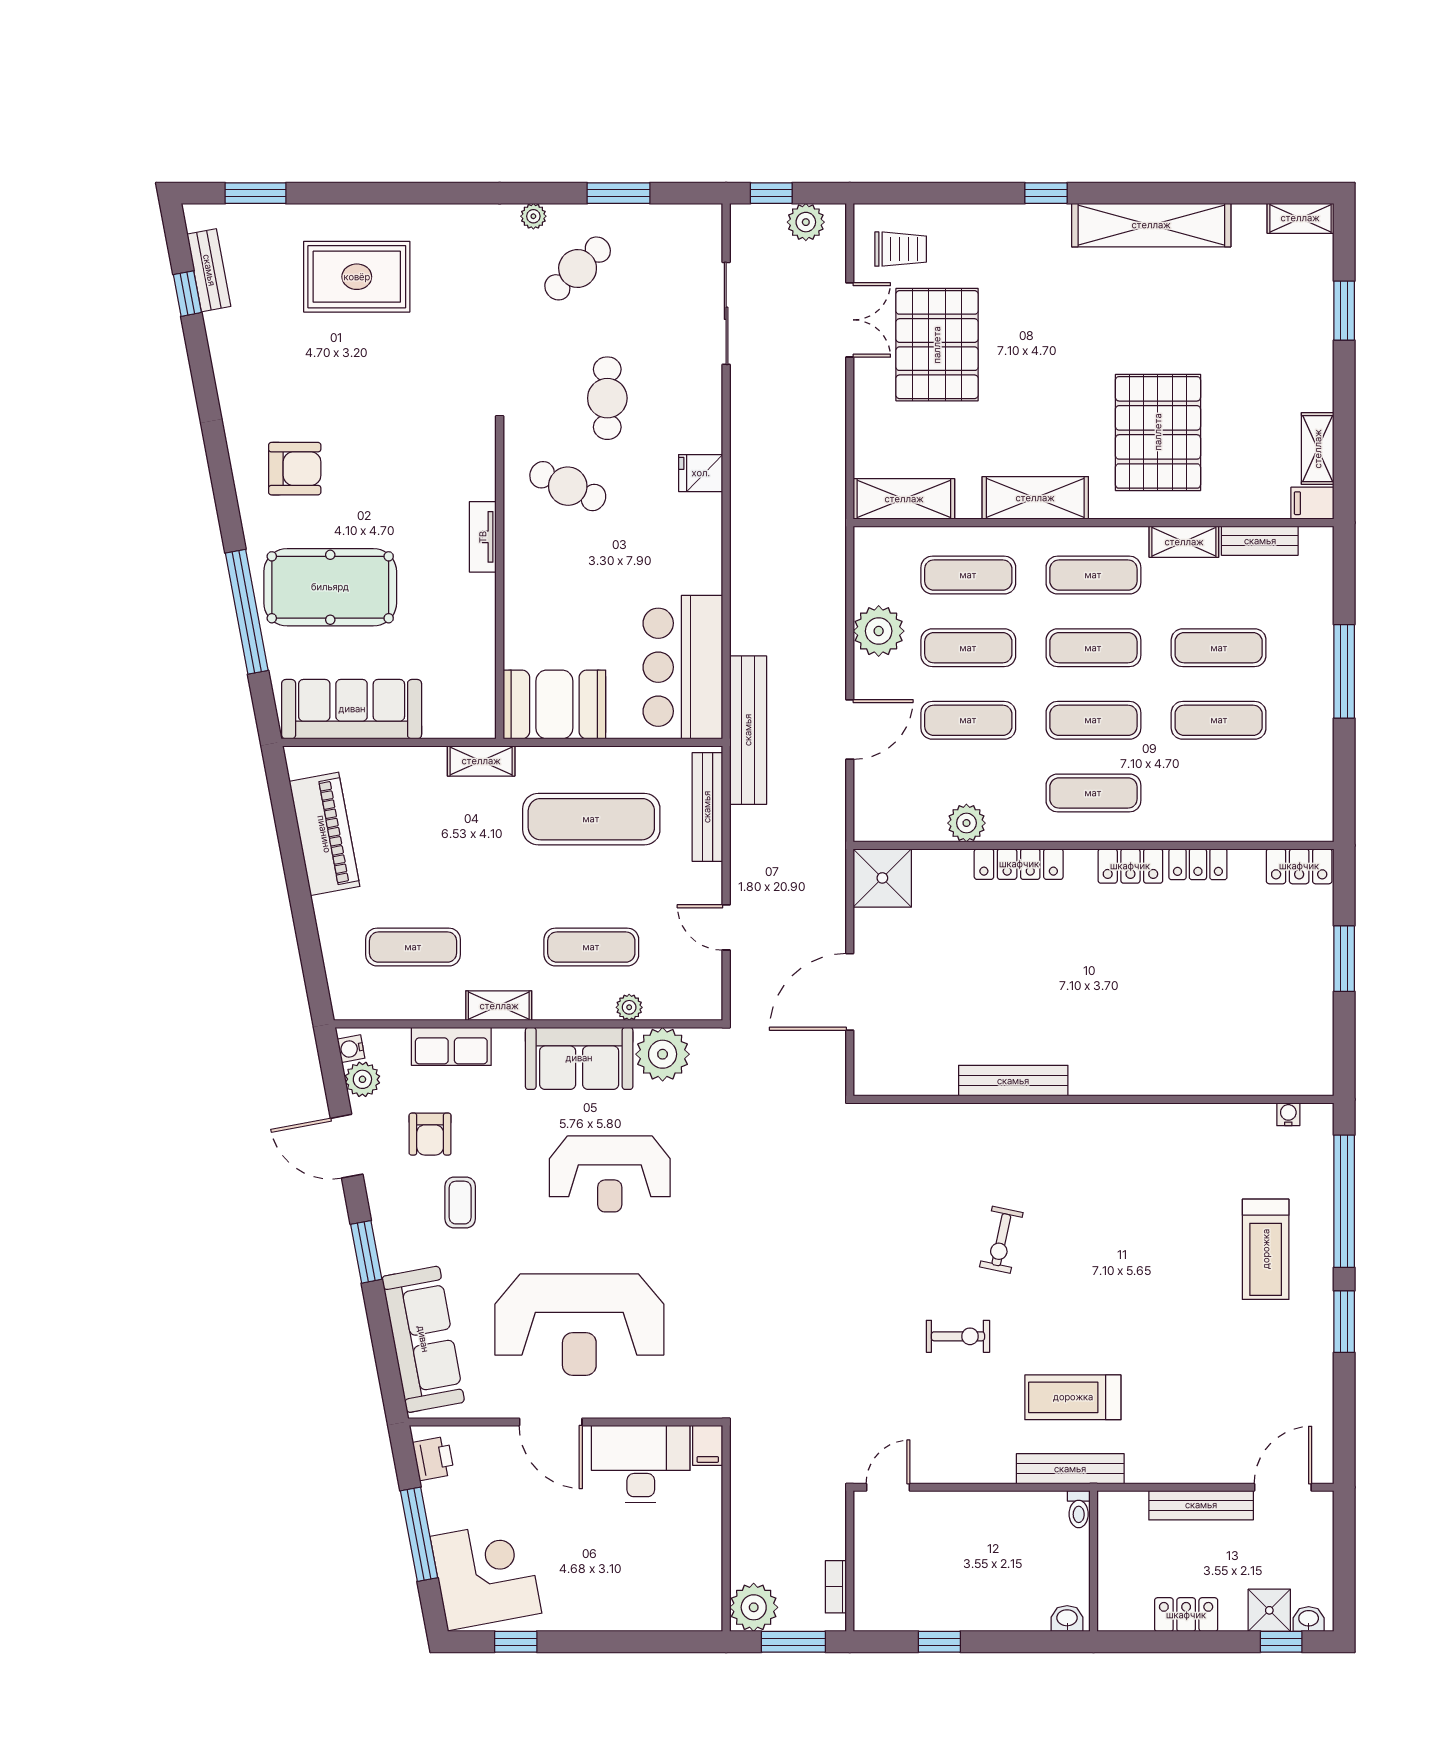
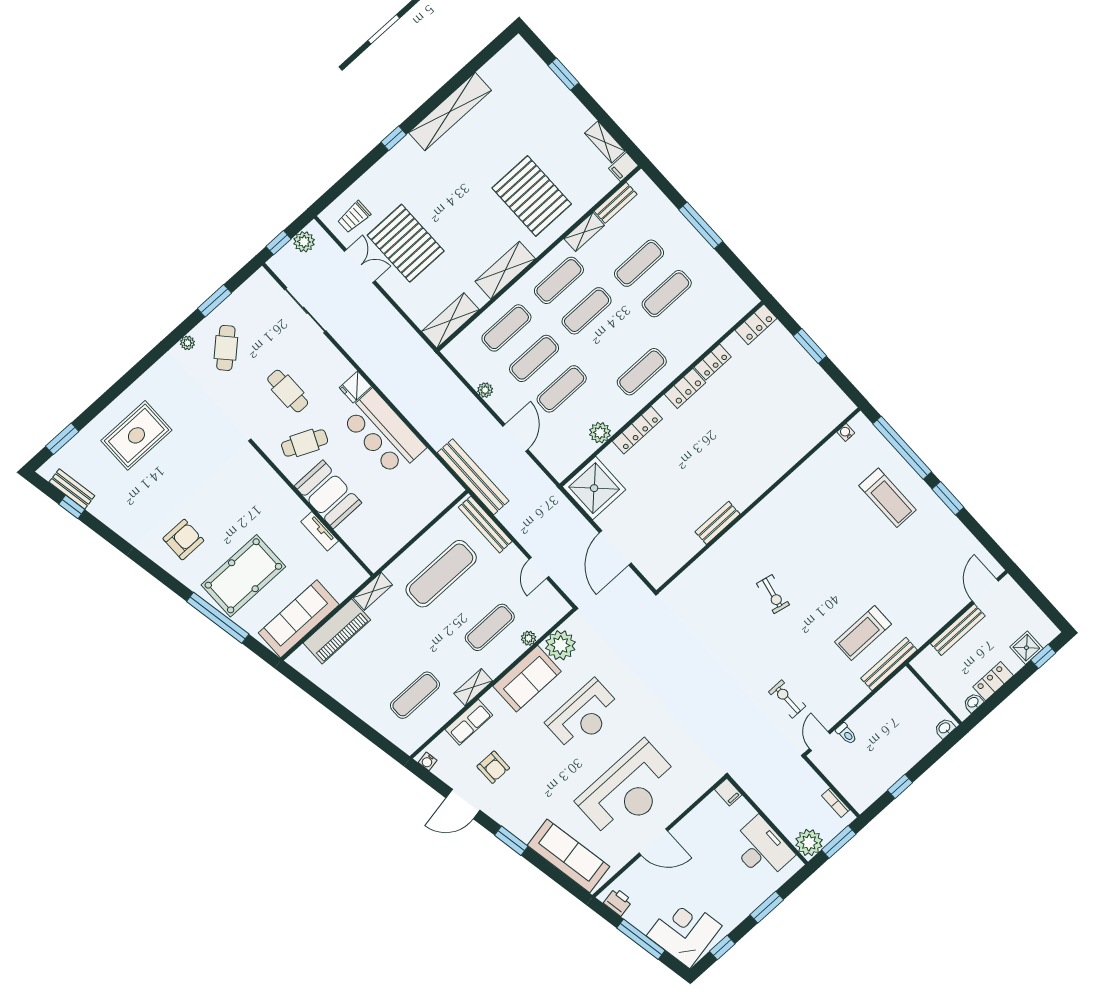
shelving: (1300, 218) -> (510, 52), removed
trolley: (901, 249) -> (354, 217), turned 180
tv unit: (483, 537) -> (320, 531), moved
plant: (879, 631) -> (485, 390), width x0.53, depth x0.53
bar counter: (683, 667) -> (383, 433), moved
booth: (554, 704) -> (328, 494), moved, turned 90
exercise mat: (1093, 720) -> (614, 341), removed
piano: (324, 834) -> (337, 631), moved, turned 101
shower: (882, 878) -> (594, 488), width x1.37, depth x1.37
door: (726, 927) -> (539, 568), hinge flipped
plant: (362, 1079) -> (444, 770), removed
bench: (1013, 1081) -> (718, 523), width x0.73
coffee table: (460, 1203) -> (532, 784), removed
exercise bike: (958, 1336) -> (787, 699), moved, turned -90
desk: (641, 1464) -> (761, 849), moved, turned 90
toilet: (1079, 1509) -> (846, 734), moved
washbasin: (1309, 1619) -> (973, 703), moved
window: (622, 1642) -> (767, 907), added

